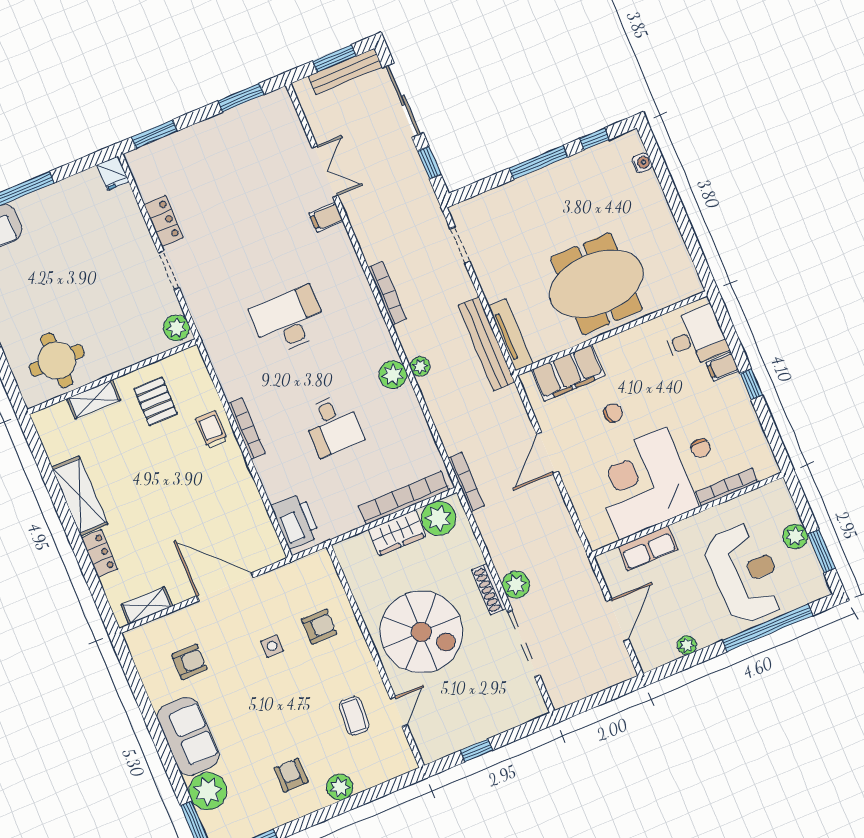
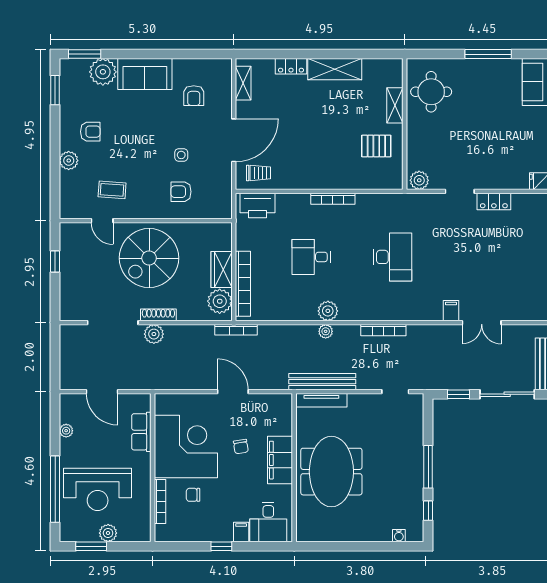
filing cabinet: (568, 373) -> (280, 460), moved
trolley: (212, 430) -> (259, 173), moved
armchair: (319, 627) -> (181, 192), turned 90

